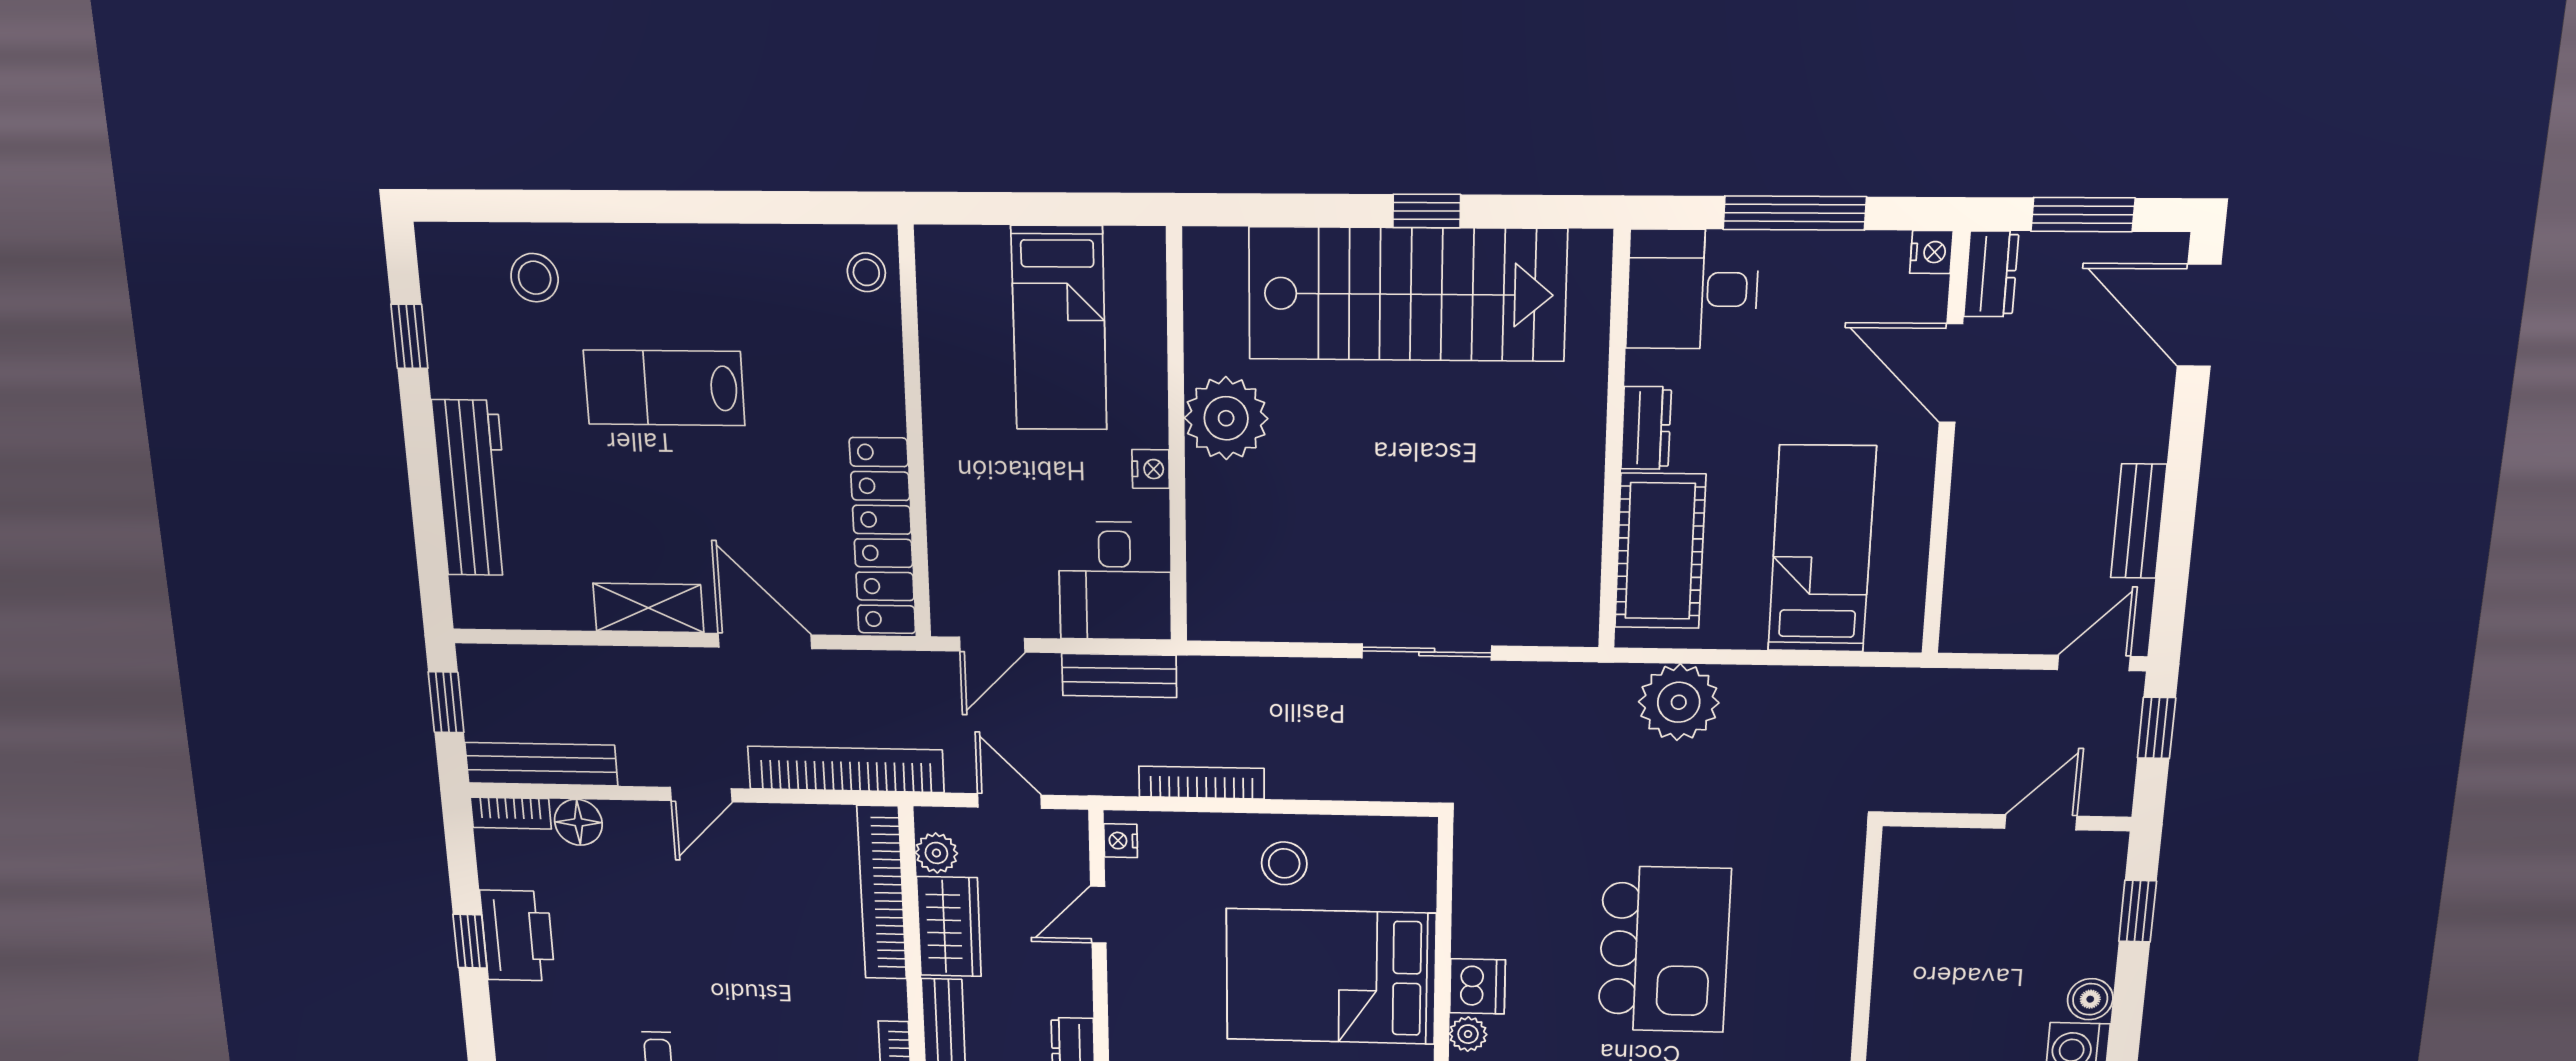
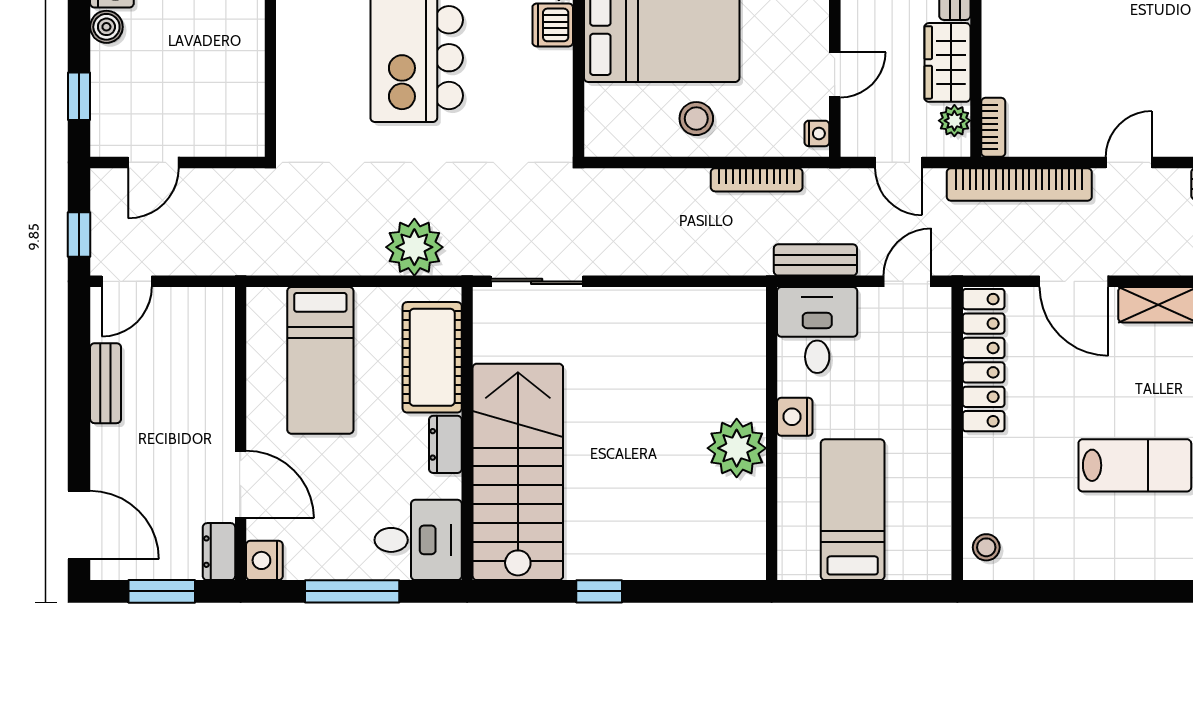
nightstand: (1931, 252) -> (264, 560), width x1.39, depth x1.35
stairs: (1407, 294) -> (518, 472), moved, turned 90
nightstand: (1151, 469) -> (795, 417), width x1.39, depth x1.35
sliding door: (1427, 652) -> (537, 281), moved
bookcase: (882, 893) -> (993, 127), width x0.43, depth x0.76

